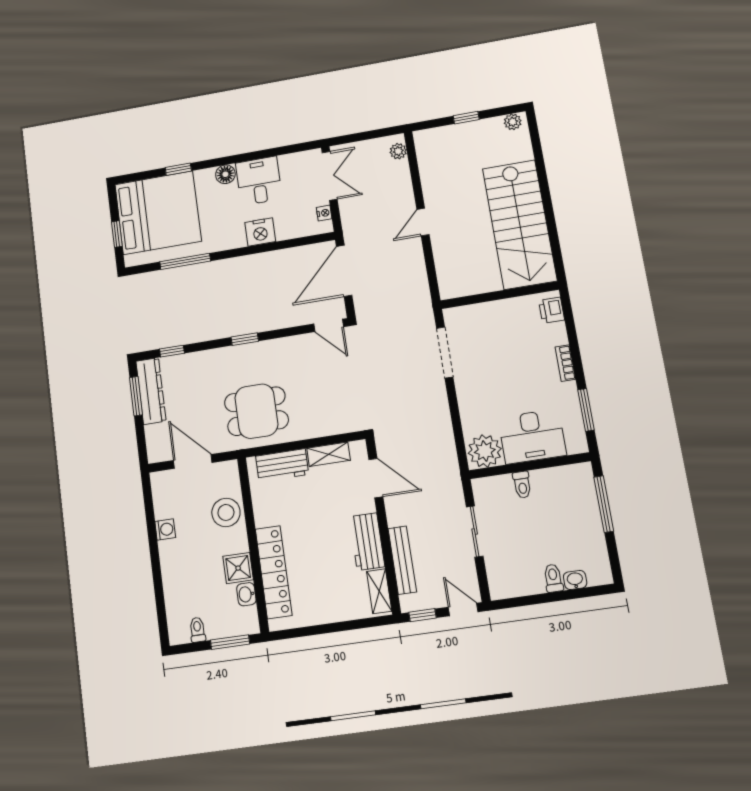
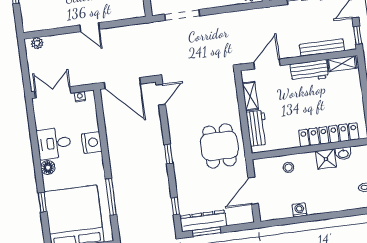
stool: (226, 512) -> (288, 167), width x0.53, depth x0.53

